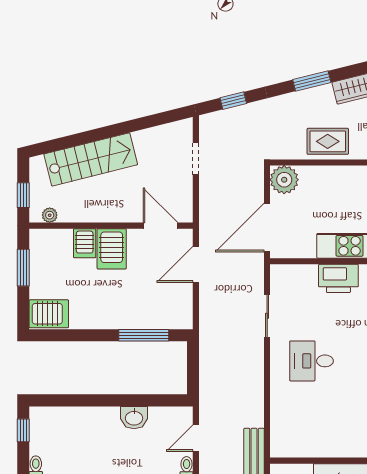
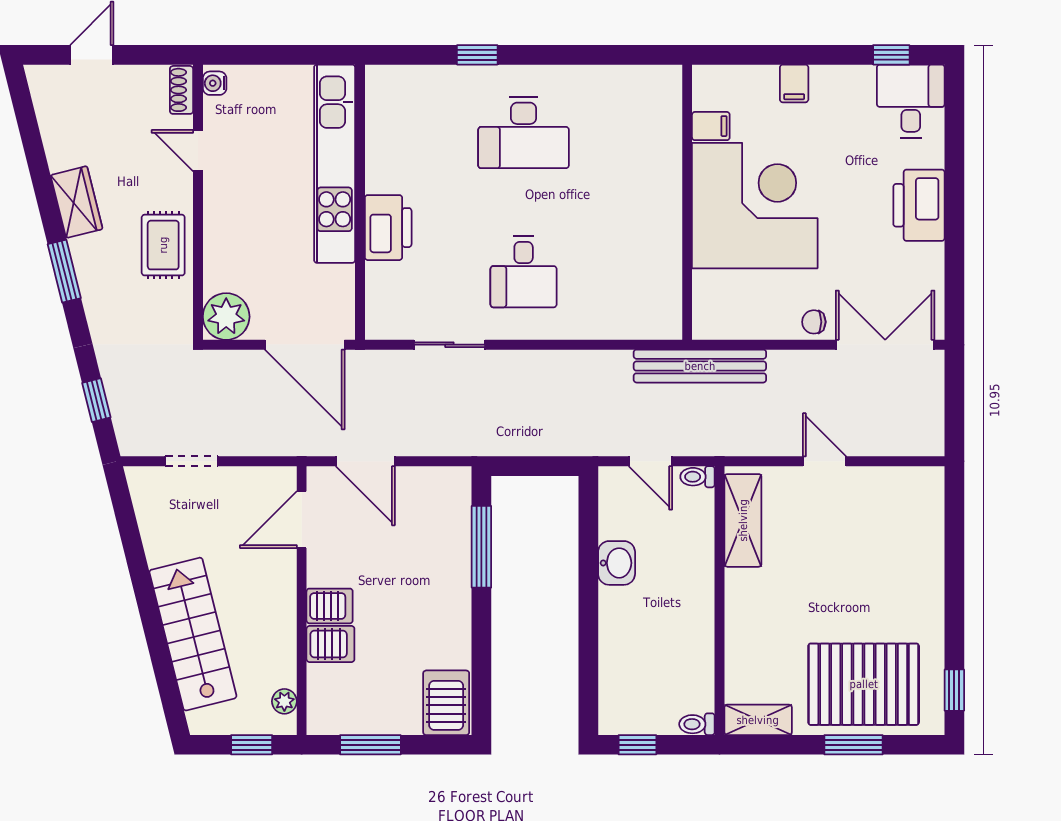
server rack: (112, 249) -> (330, 606), width x0.73, depth x0.70

